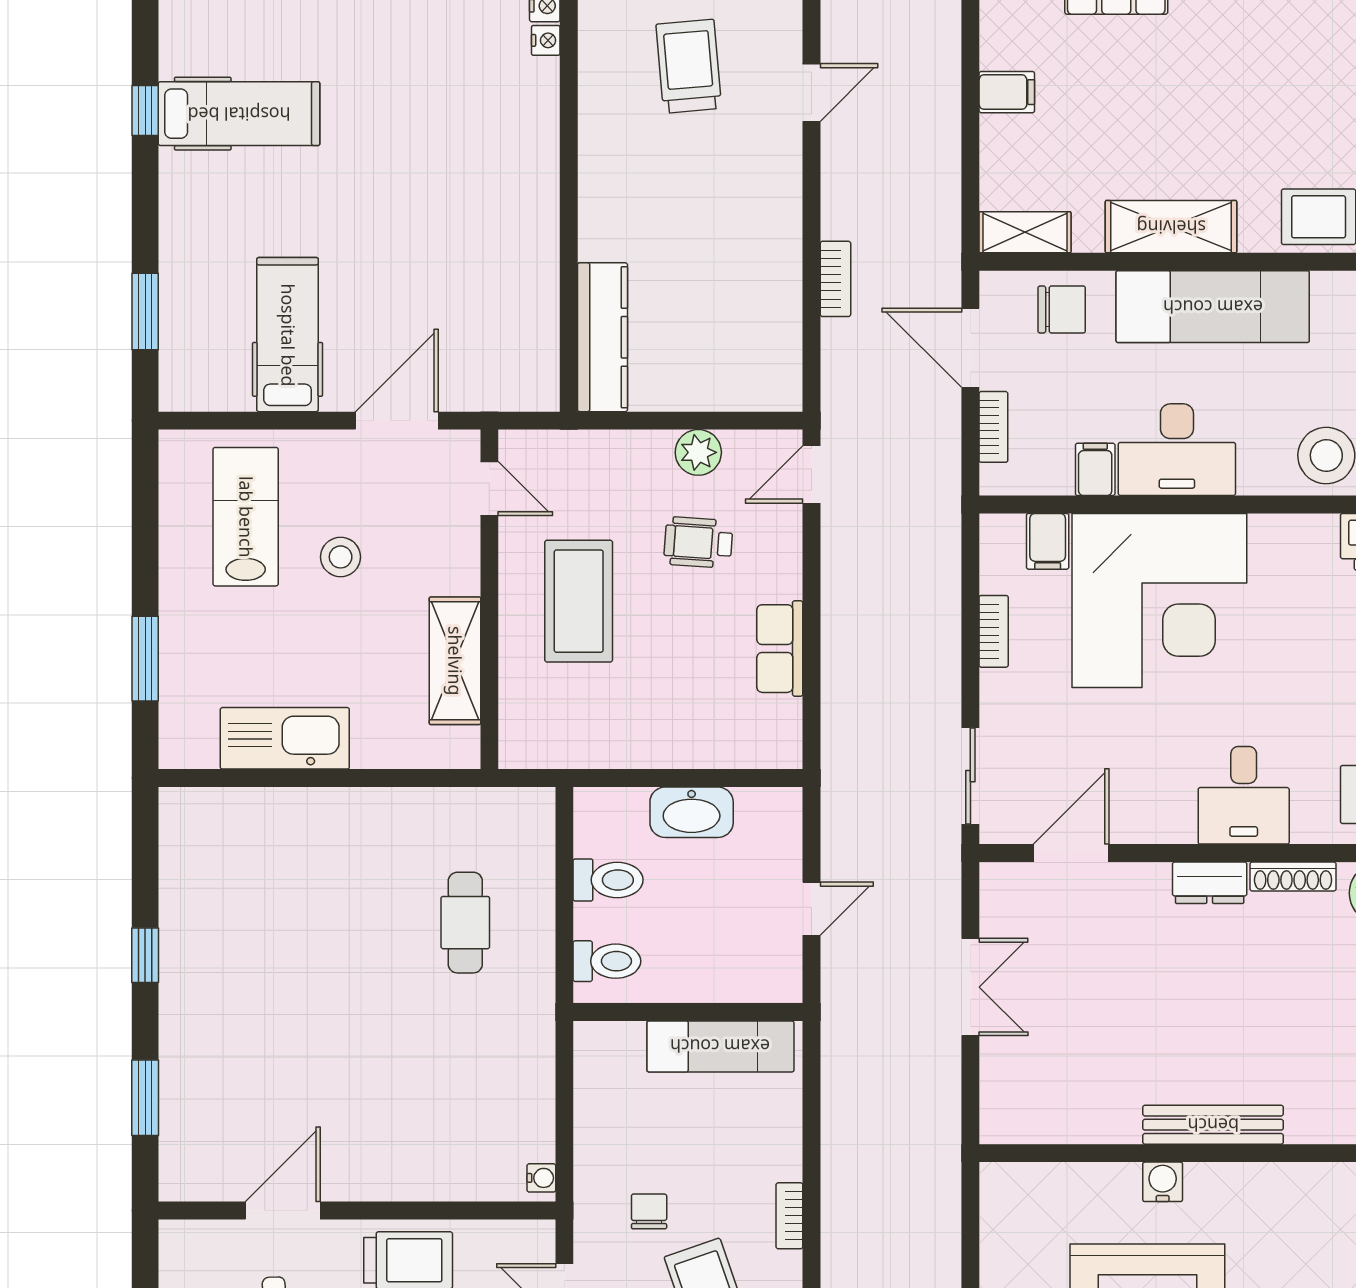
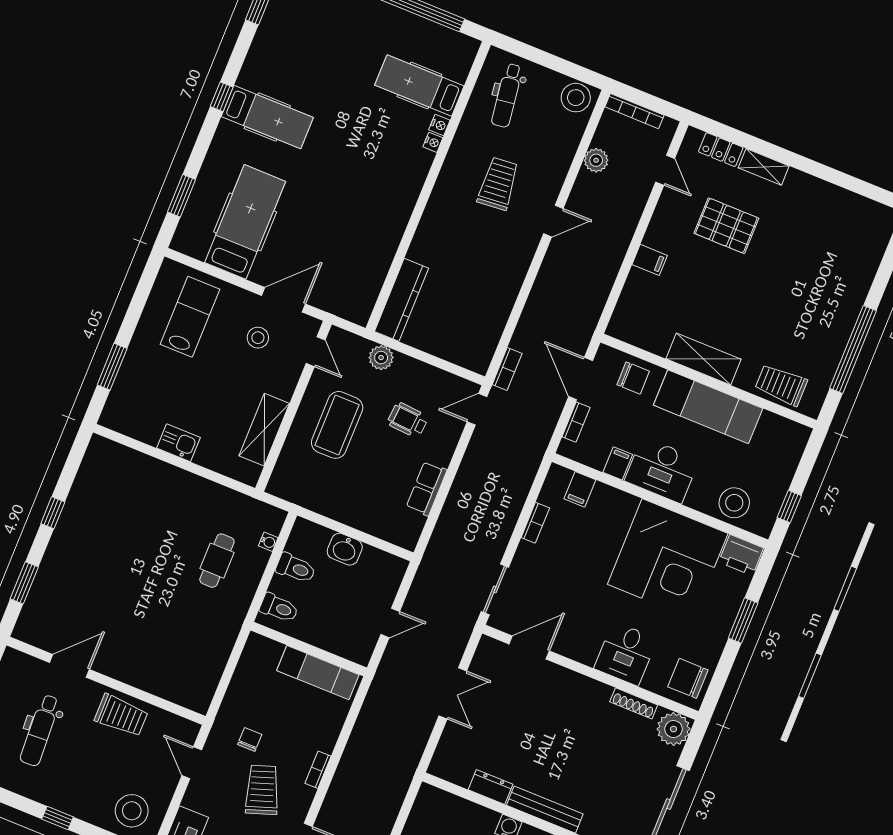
shelving: (1025, 232) -> (631, 333), removed
bookcase: (835, 279) -> (507, 369), moved
hospital bed: (288, 335) -> (245, 222), width x1.37, depth x1.29
plant: (698, 452) -> (381, 358), moved
stool: (341, 557) -> (258, 338), moved
corner desk: (1159, 600) -> (668, 559), moved
kitchen sink: (285, 738) -> (179, 443), width x0.53, depth x0.81
washbasin: (692, 812) -> (345, 549), width x0.72
dresser: (1210, 883) -> (490, 787), moved, turned 180
water cooler: (541, 1178) -> (268, 542), moved

